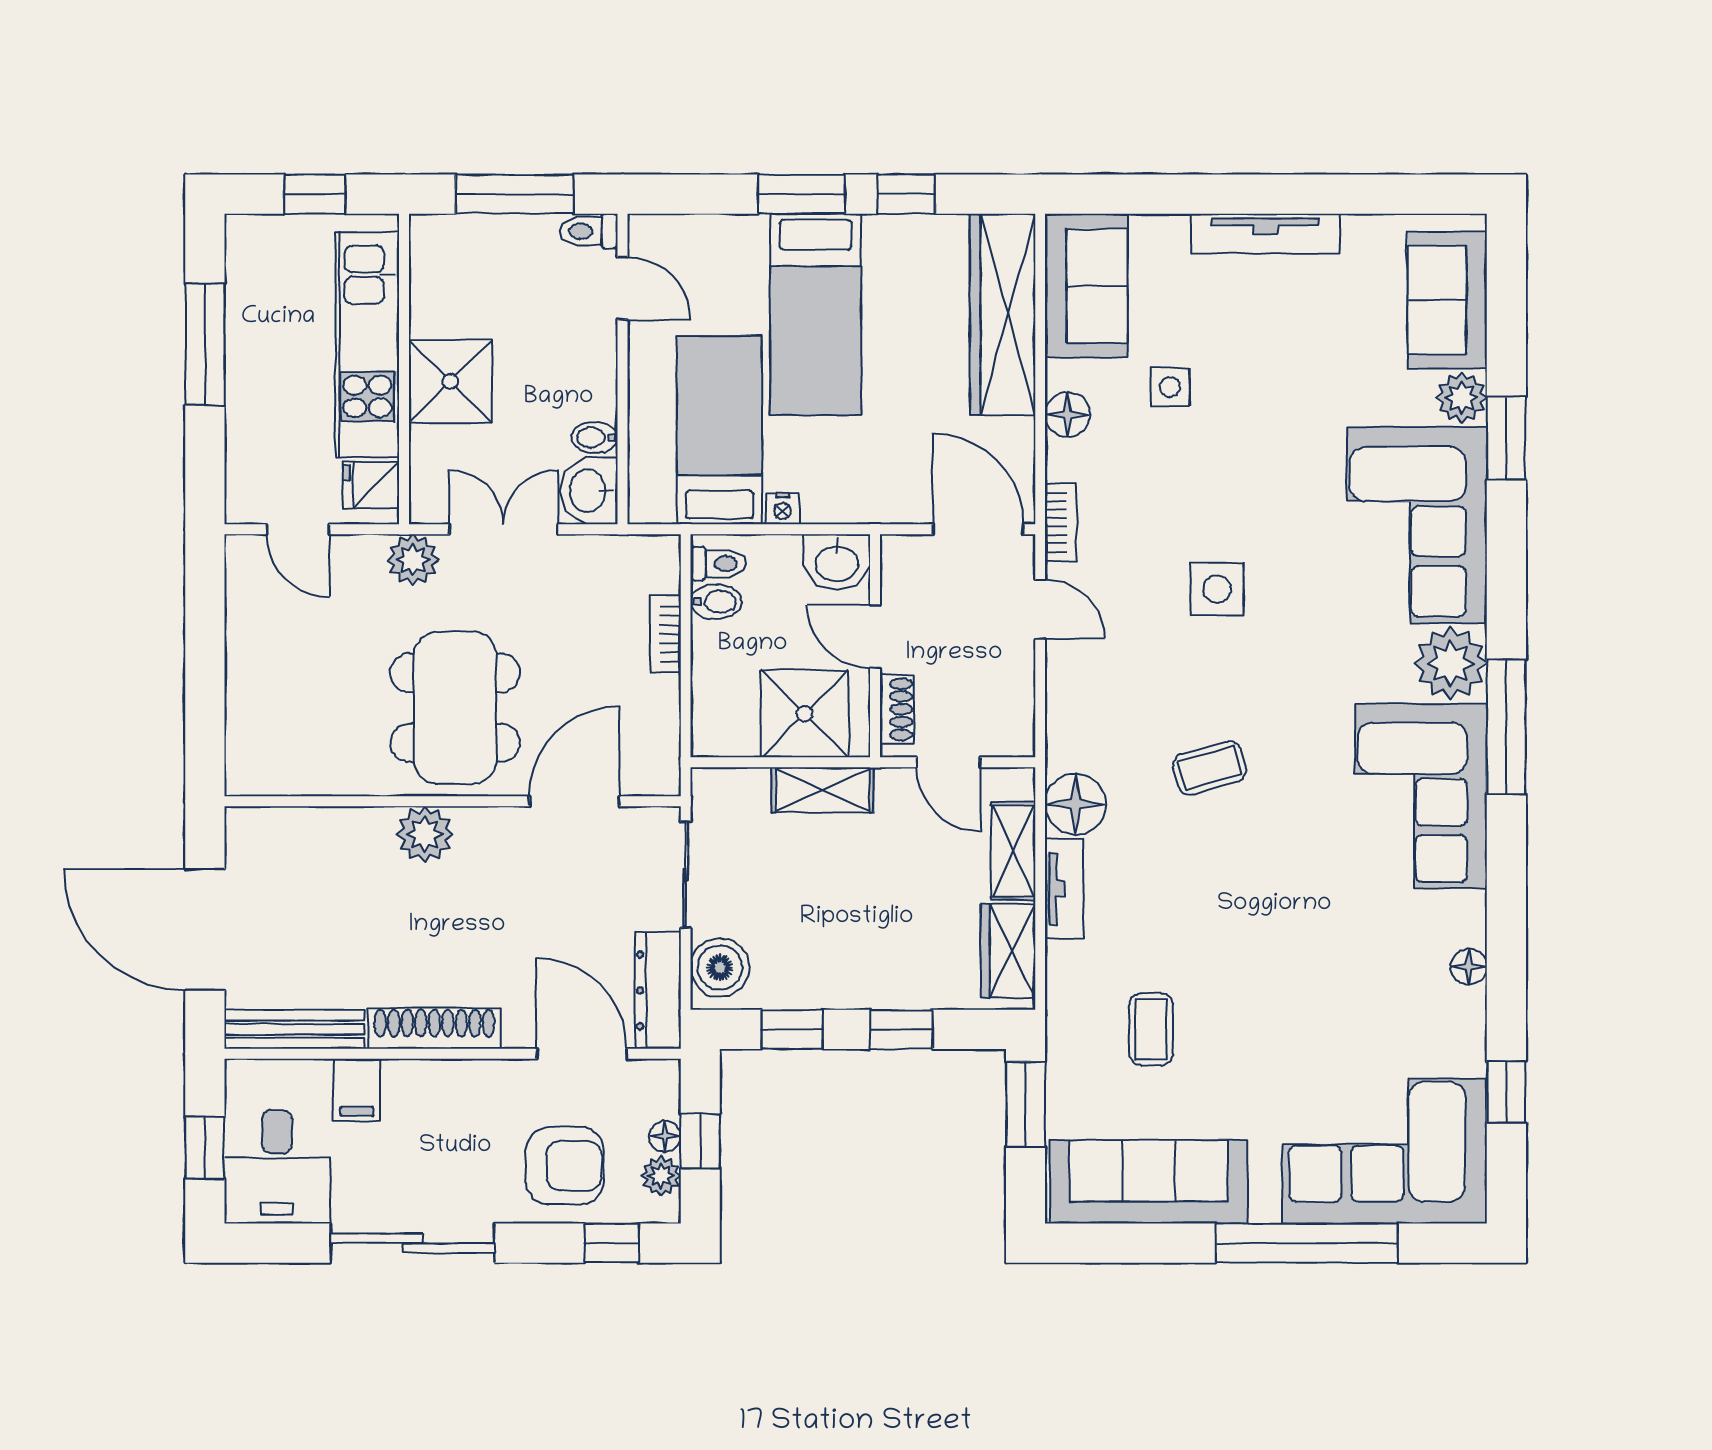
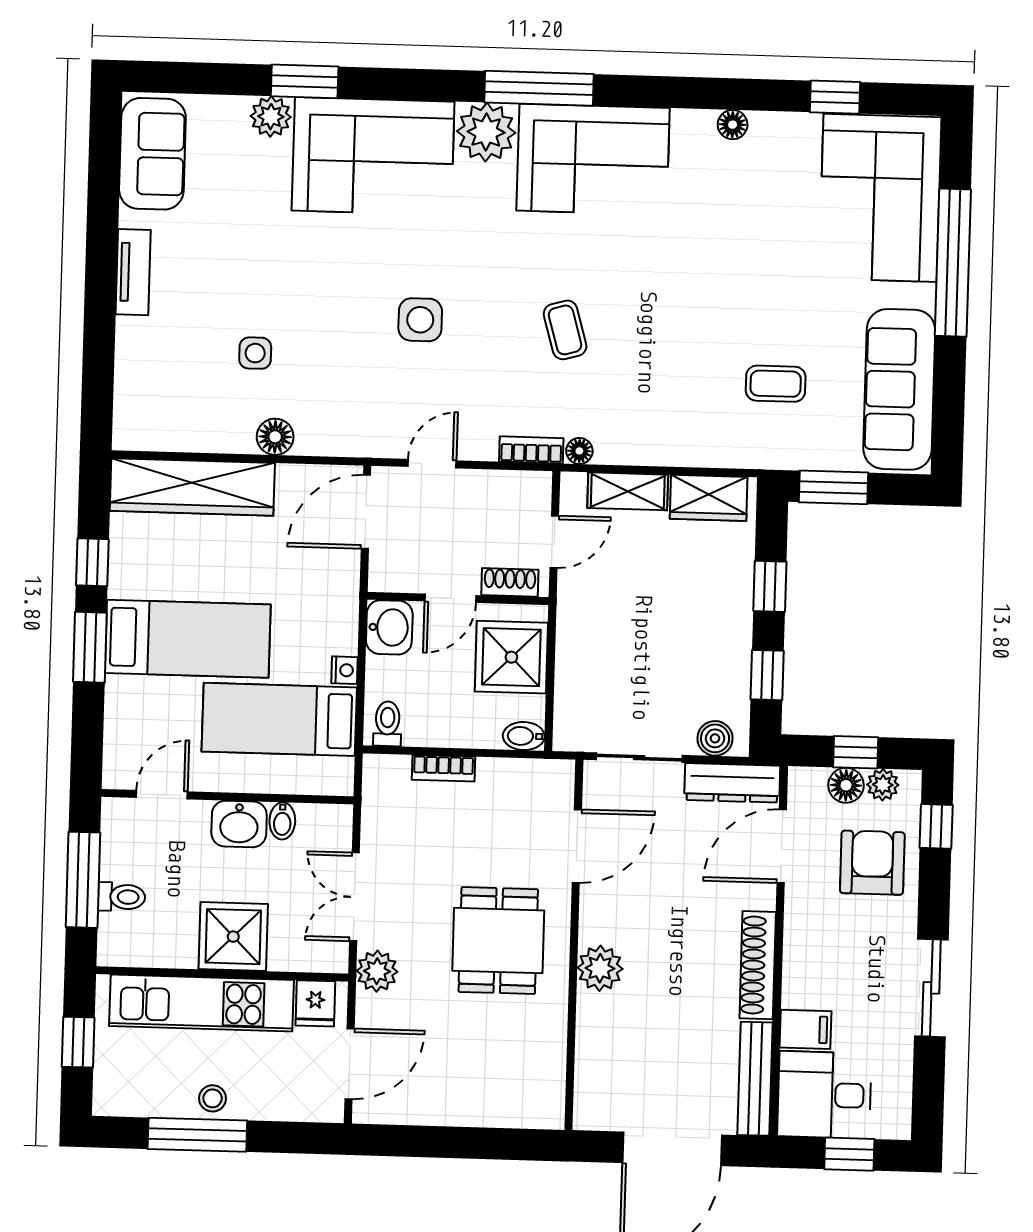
toilet: (589, 231) -> (122, 897), moved, turned -90
tv unit: (1265, 234) -> (133, 272), width x0.71
sofa: (1086, 286) -> (171, 418), removed
sofa: (1447, 300) -> (152, 154), moved, turned -90
stool: (250, 362) -> (213, 1098), added
washbasin: (589, 491) -> (239, 824), moved
bookcase: (1061, 522) -> (531, 450), moved
door: (298, 529) -> (350, 1064), width x1.38
bidet: (716, 602) -> (524, 736), moved, turned -90
dining table: (455, 708) -> (498, 941), width x0.73
shelving: (823, 790) -> (574, 644), removed
door: (574, 801) -> (577, 846), swing flipped
floor lamp: (1075, 804) -> (579, 451), width x0.53, depth x0.53
tv unit: (1064, 889) -> (660, 451), removed
boiler: (720, 968) -> (715, 738), width x0.73, depth x0.73
floor lamp: (665, 1136) -> (846, 785), width x1.37, depth x1.37
desk: (277, 1167) -> (824, 1095), moved, turned 180
sliding door: (413, 1243) -> (931, 988), width x0.73

